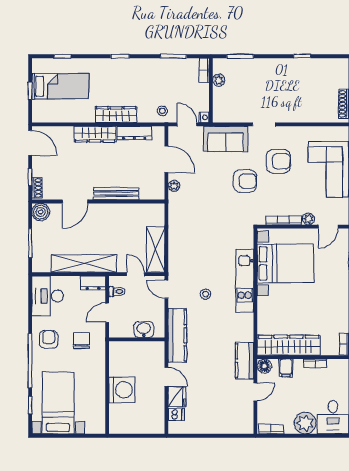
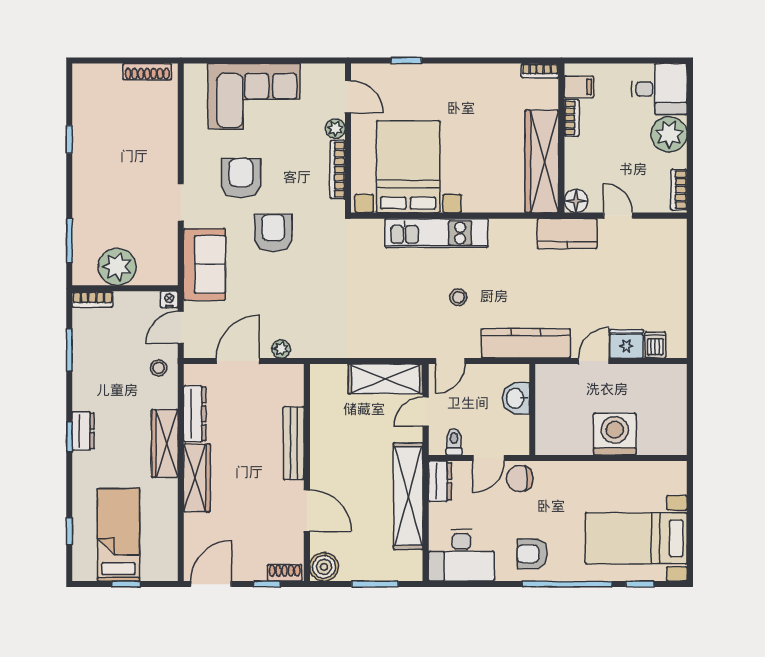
dresser: (124, 65) -> (83, 431), added
plant: (219, 80) -> (117, 267), width x1.88, depth x1.88
door: (107, 313) -> (489, 458), hinge flipped
chair: (81, 341) -> (520, 479), moved
filing cabinet: (286, 368) -> (579, 87), moved

